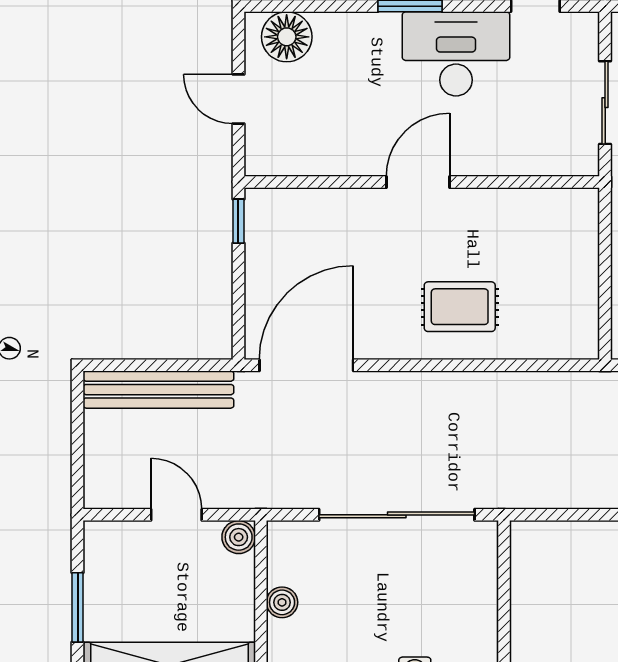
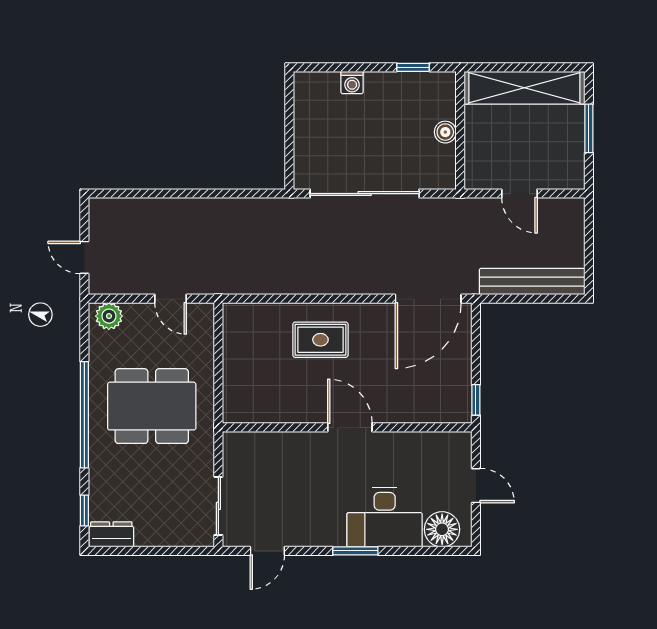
desk: (456, 54) -> (385, 517), moved
sliding door: (605, 103) -> (218, 506), moved
door: (418, 182) -> (350, 427), swing flipped
boiler: (239, 537) -> (476, 178), removed

